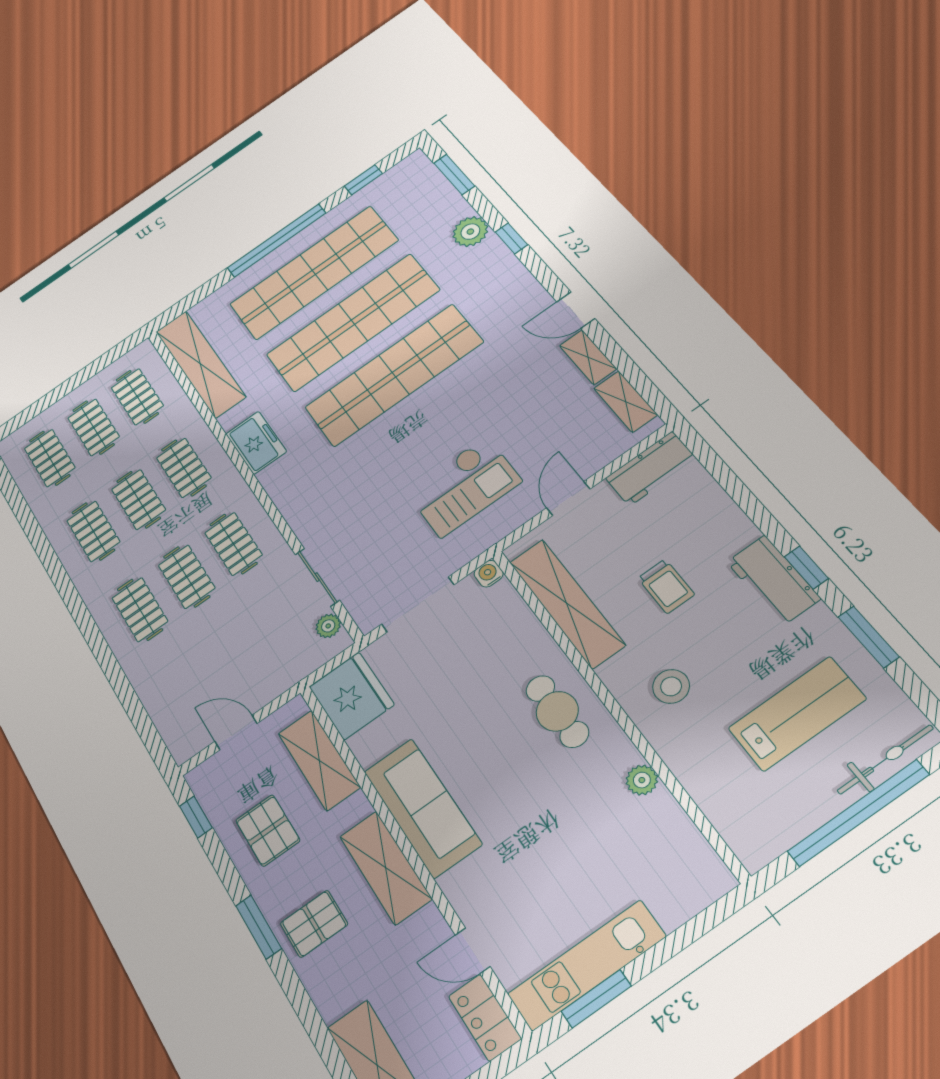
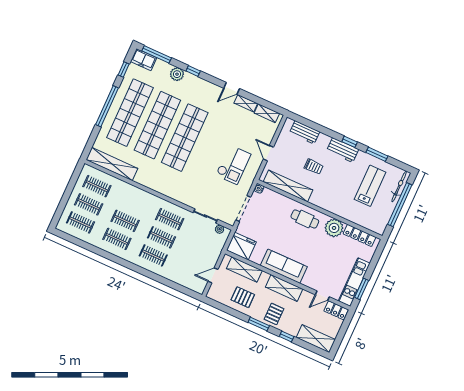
window: (454, 175) -> (157, 54), width x1.44
freezer: (256, 443) -> (144, 60), moved, turned 180
clothes rail: (184, 468) -> (133, 203), removed
workbench: (651, 469) -> (304, 132), moved, turned 90
stool: (671, 686) -> (332, 195), removed
plant: (642, 780) -> (334, 228), width x1.88, depth x1.88
window: (196, 817) -> (287, 337), moved
locker: (683, 838) -> (360, 235), added

